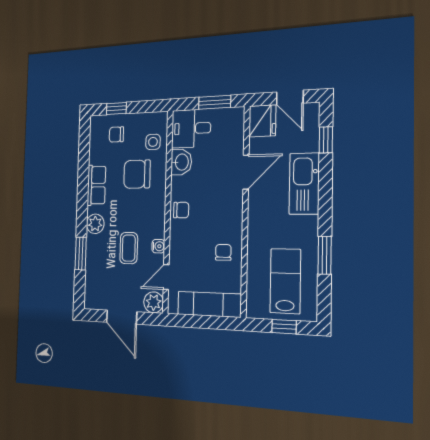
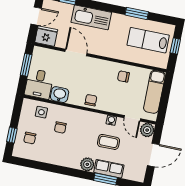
chair: (137, 174) -> (60, 127), width x0.54, depth x0.54
row of seats: (96, 185) -> (109, 169), moved

